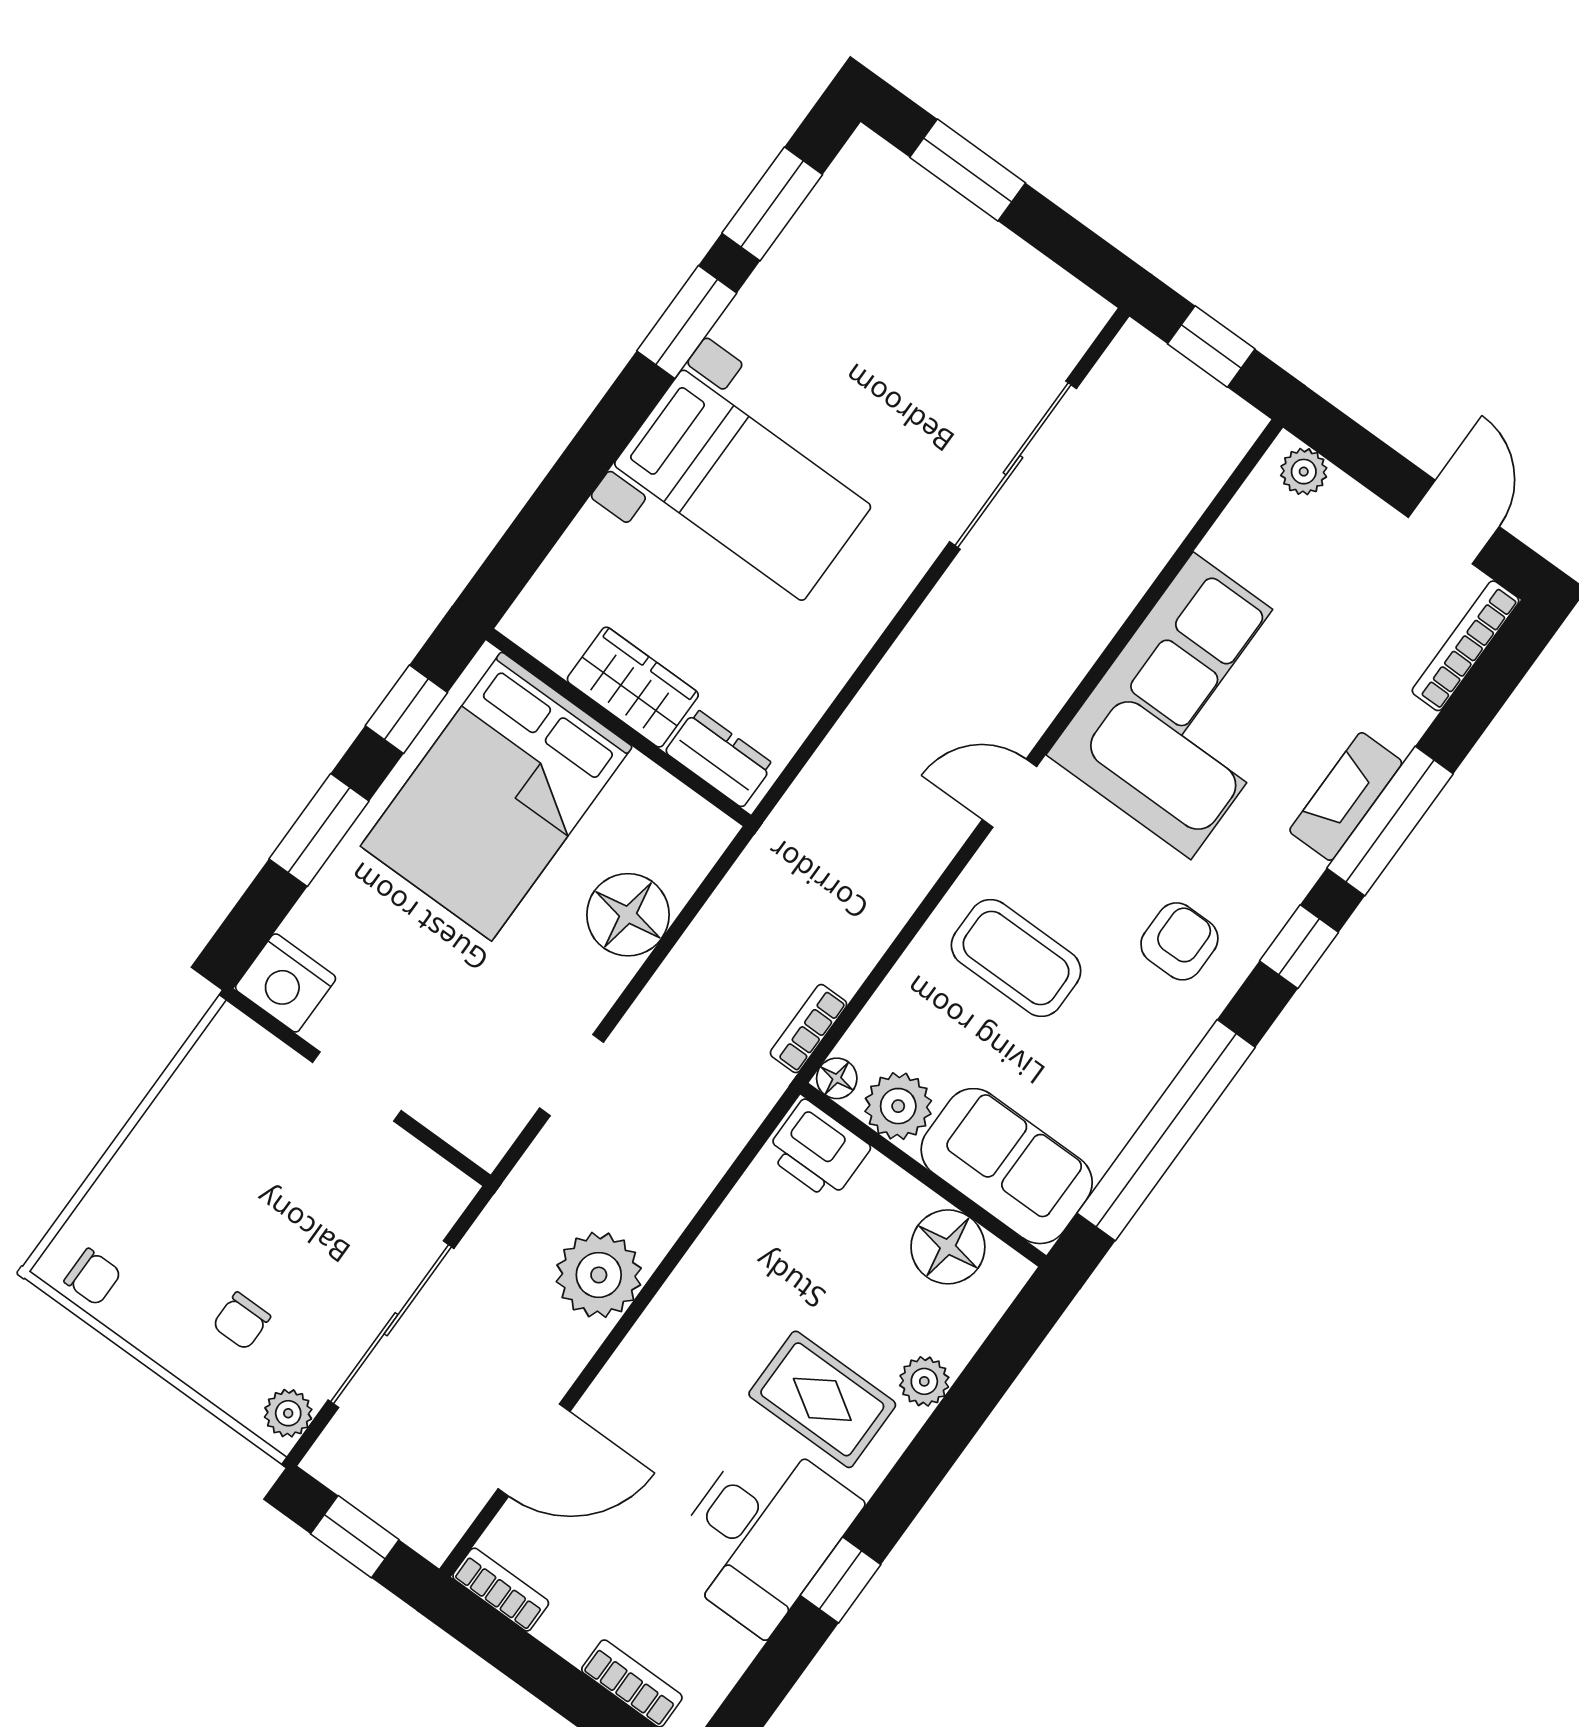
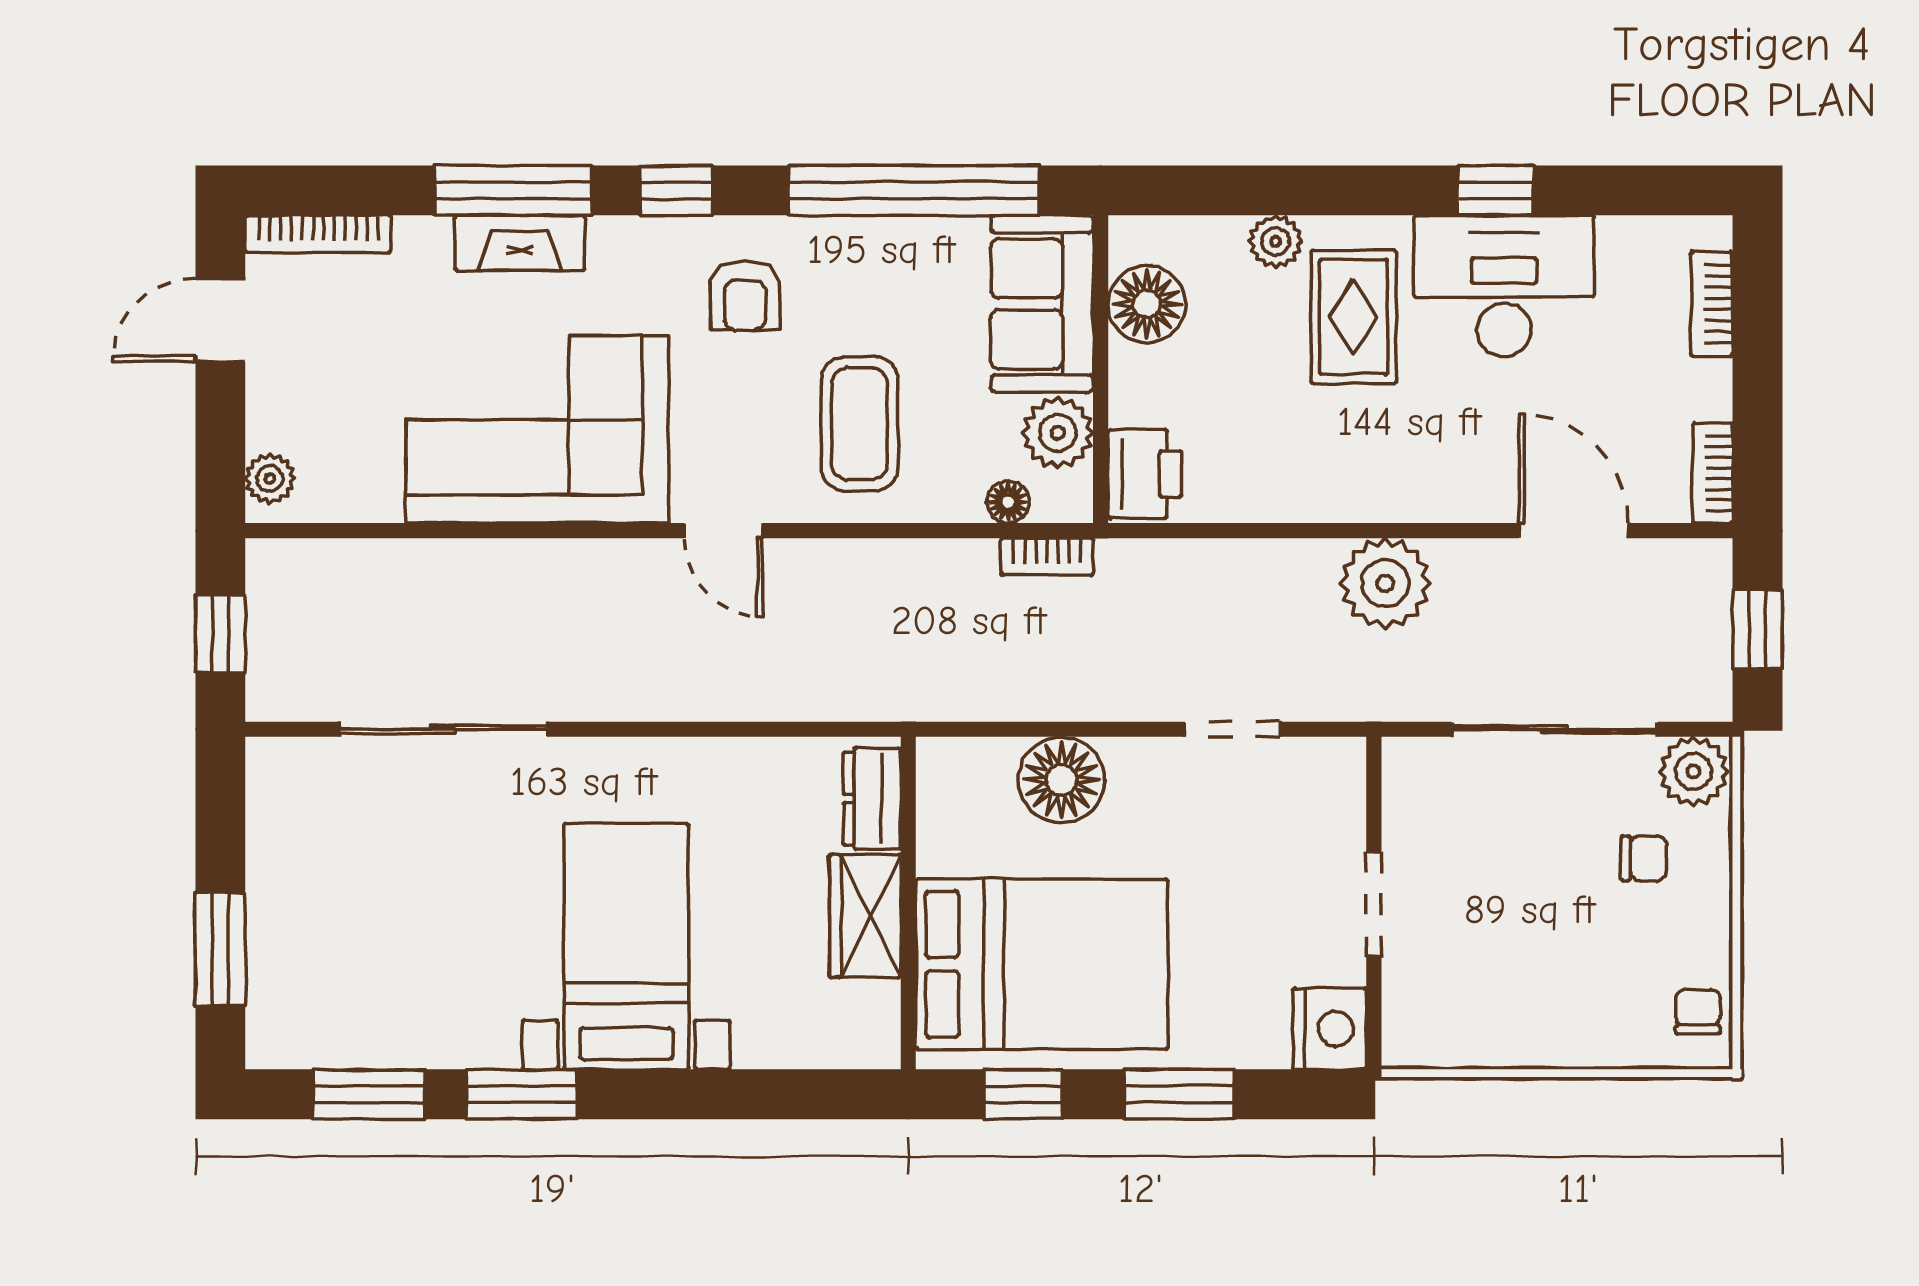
armchair: (1179, 941) -> (745, 295), turned -90
floor lamp: (837, 1078) -> (1008, 502), moved
plant: (288, 1413) -> (1694, 771), width x1.38, depth x1.38

